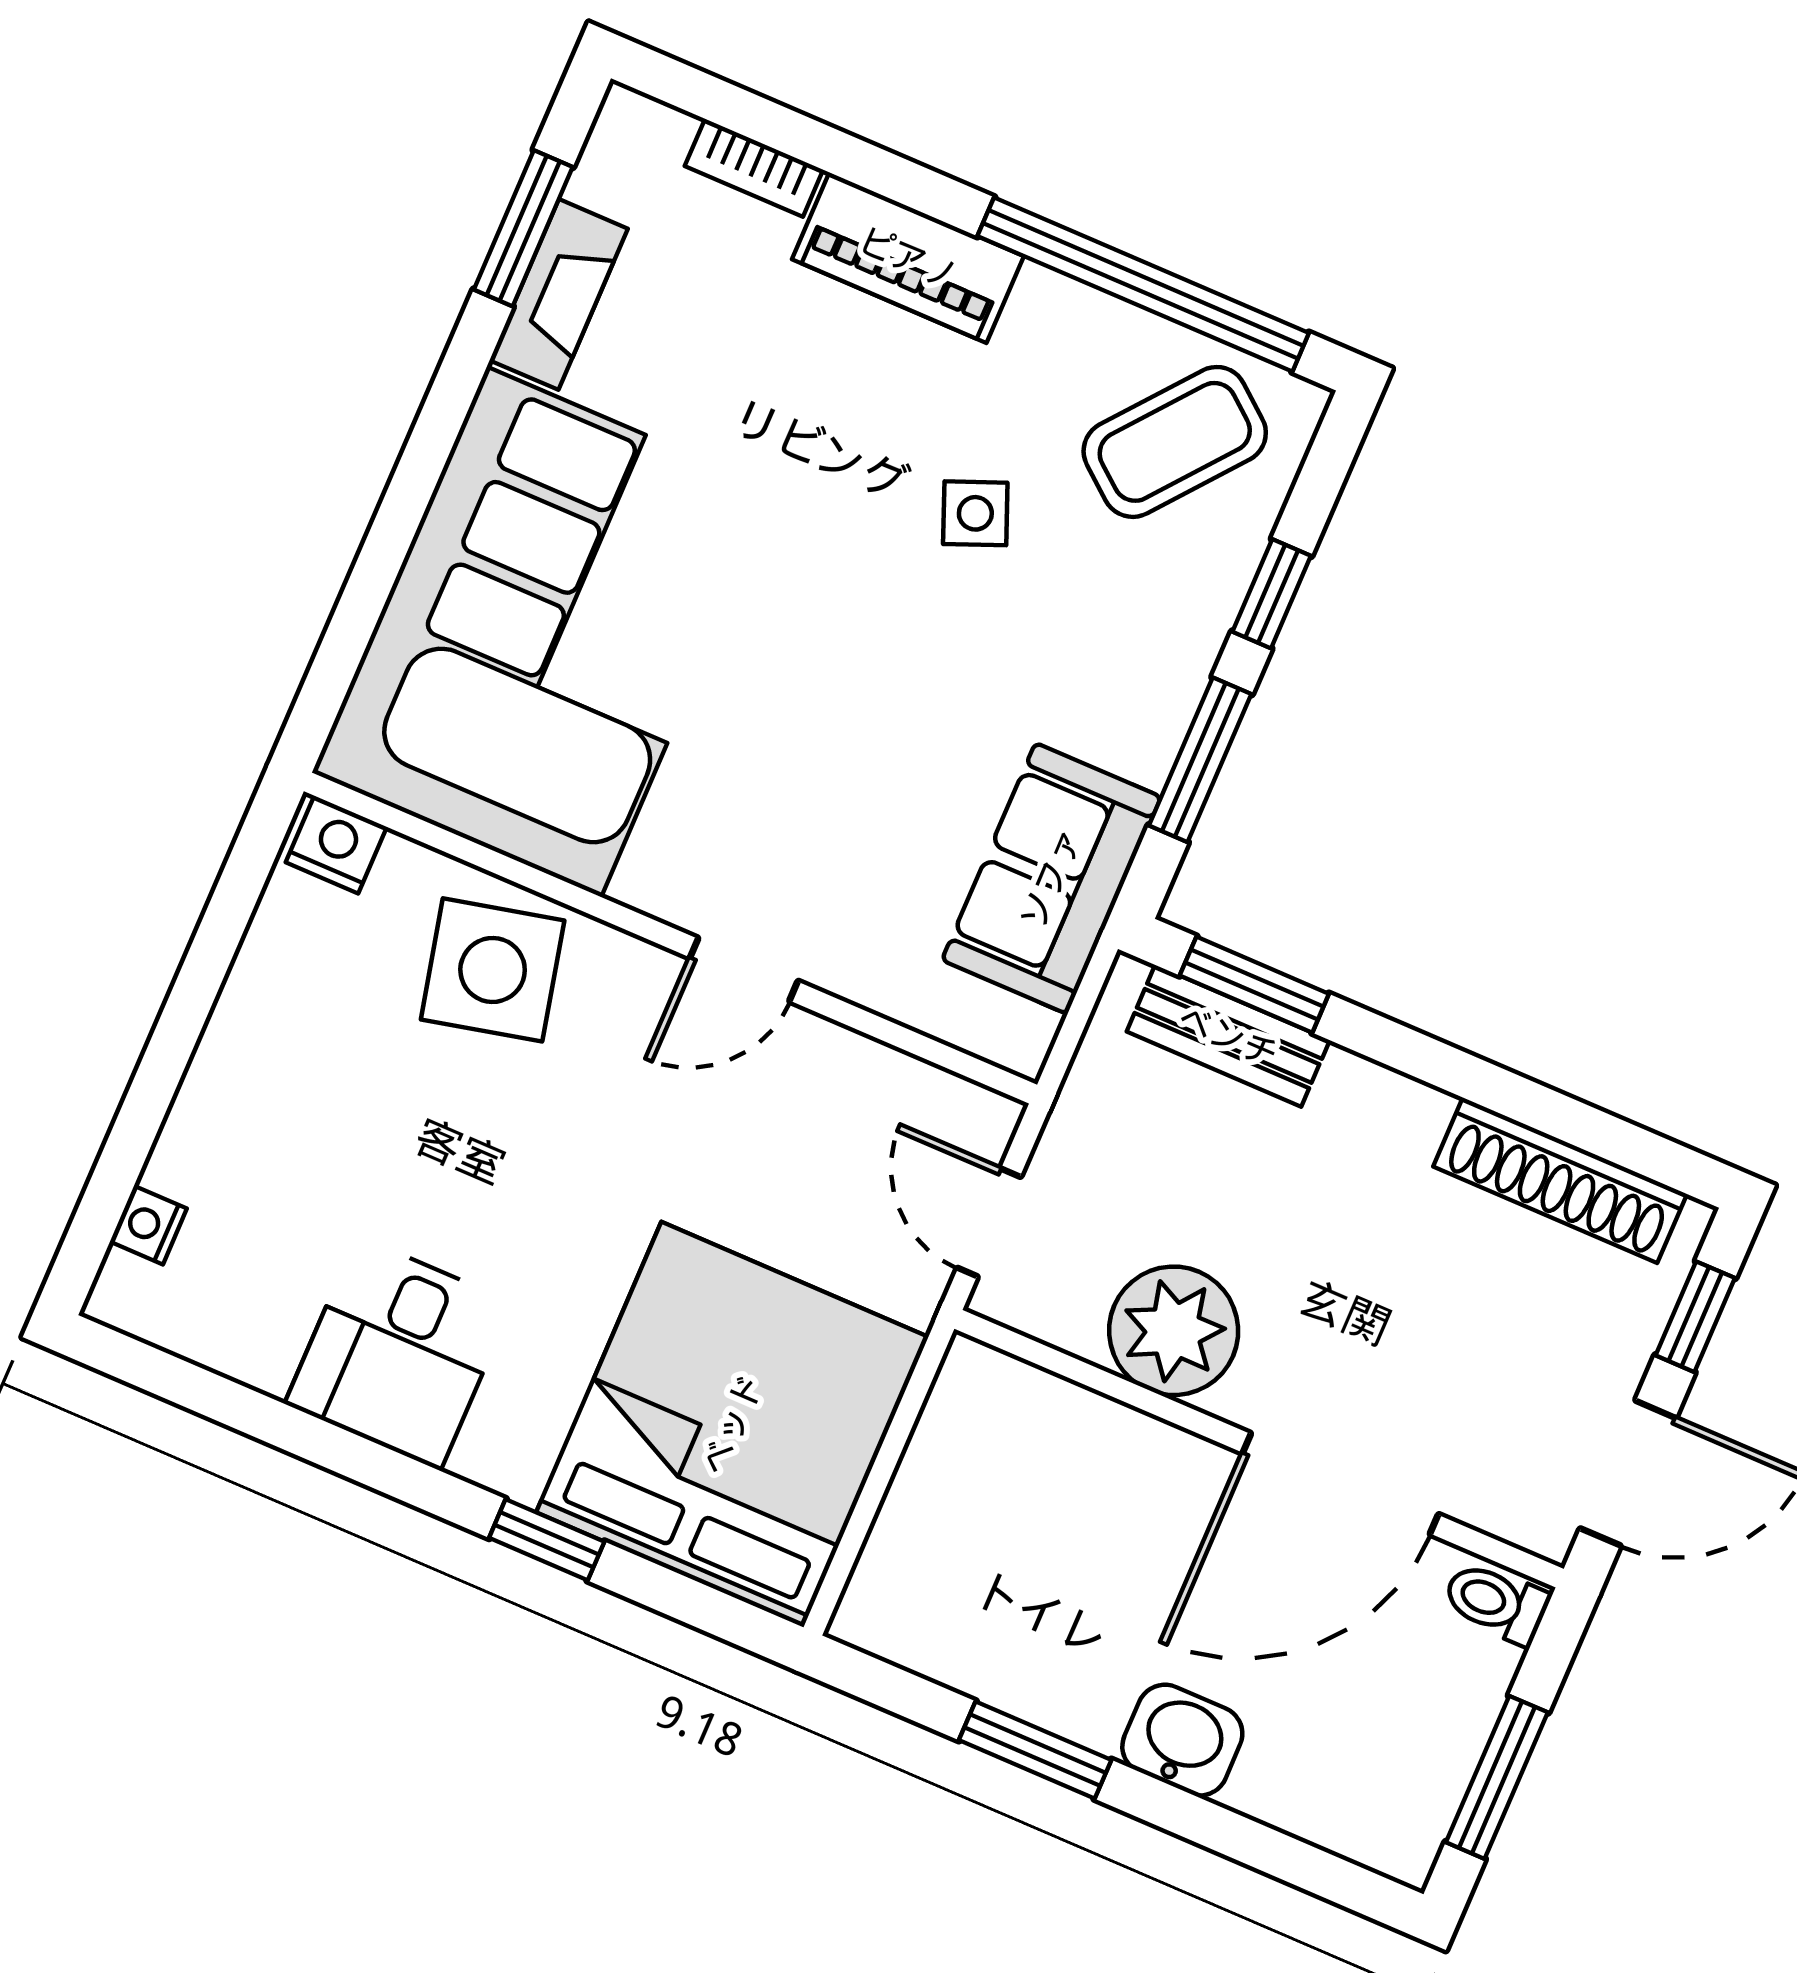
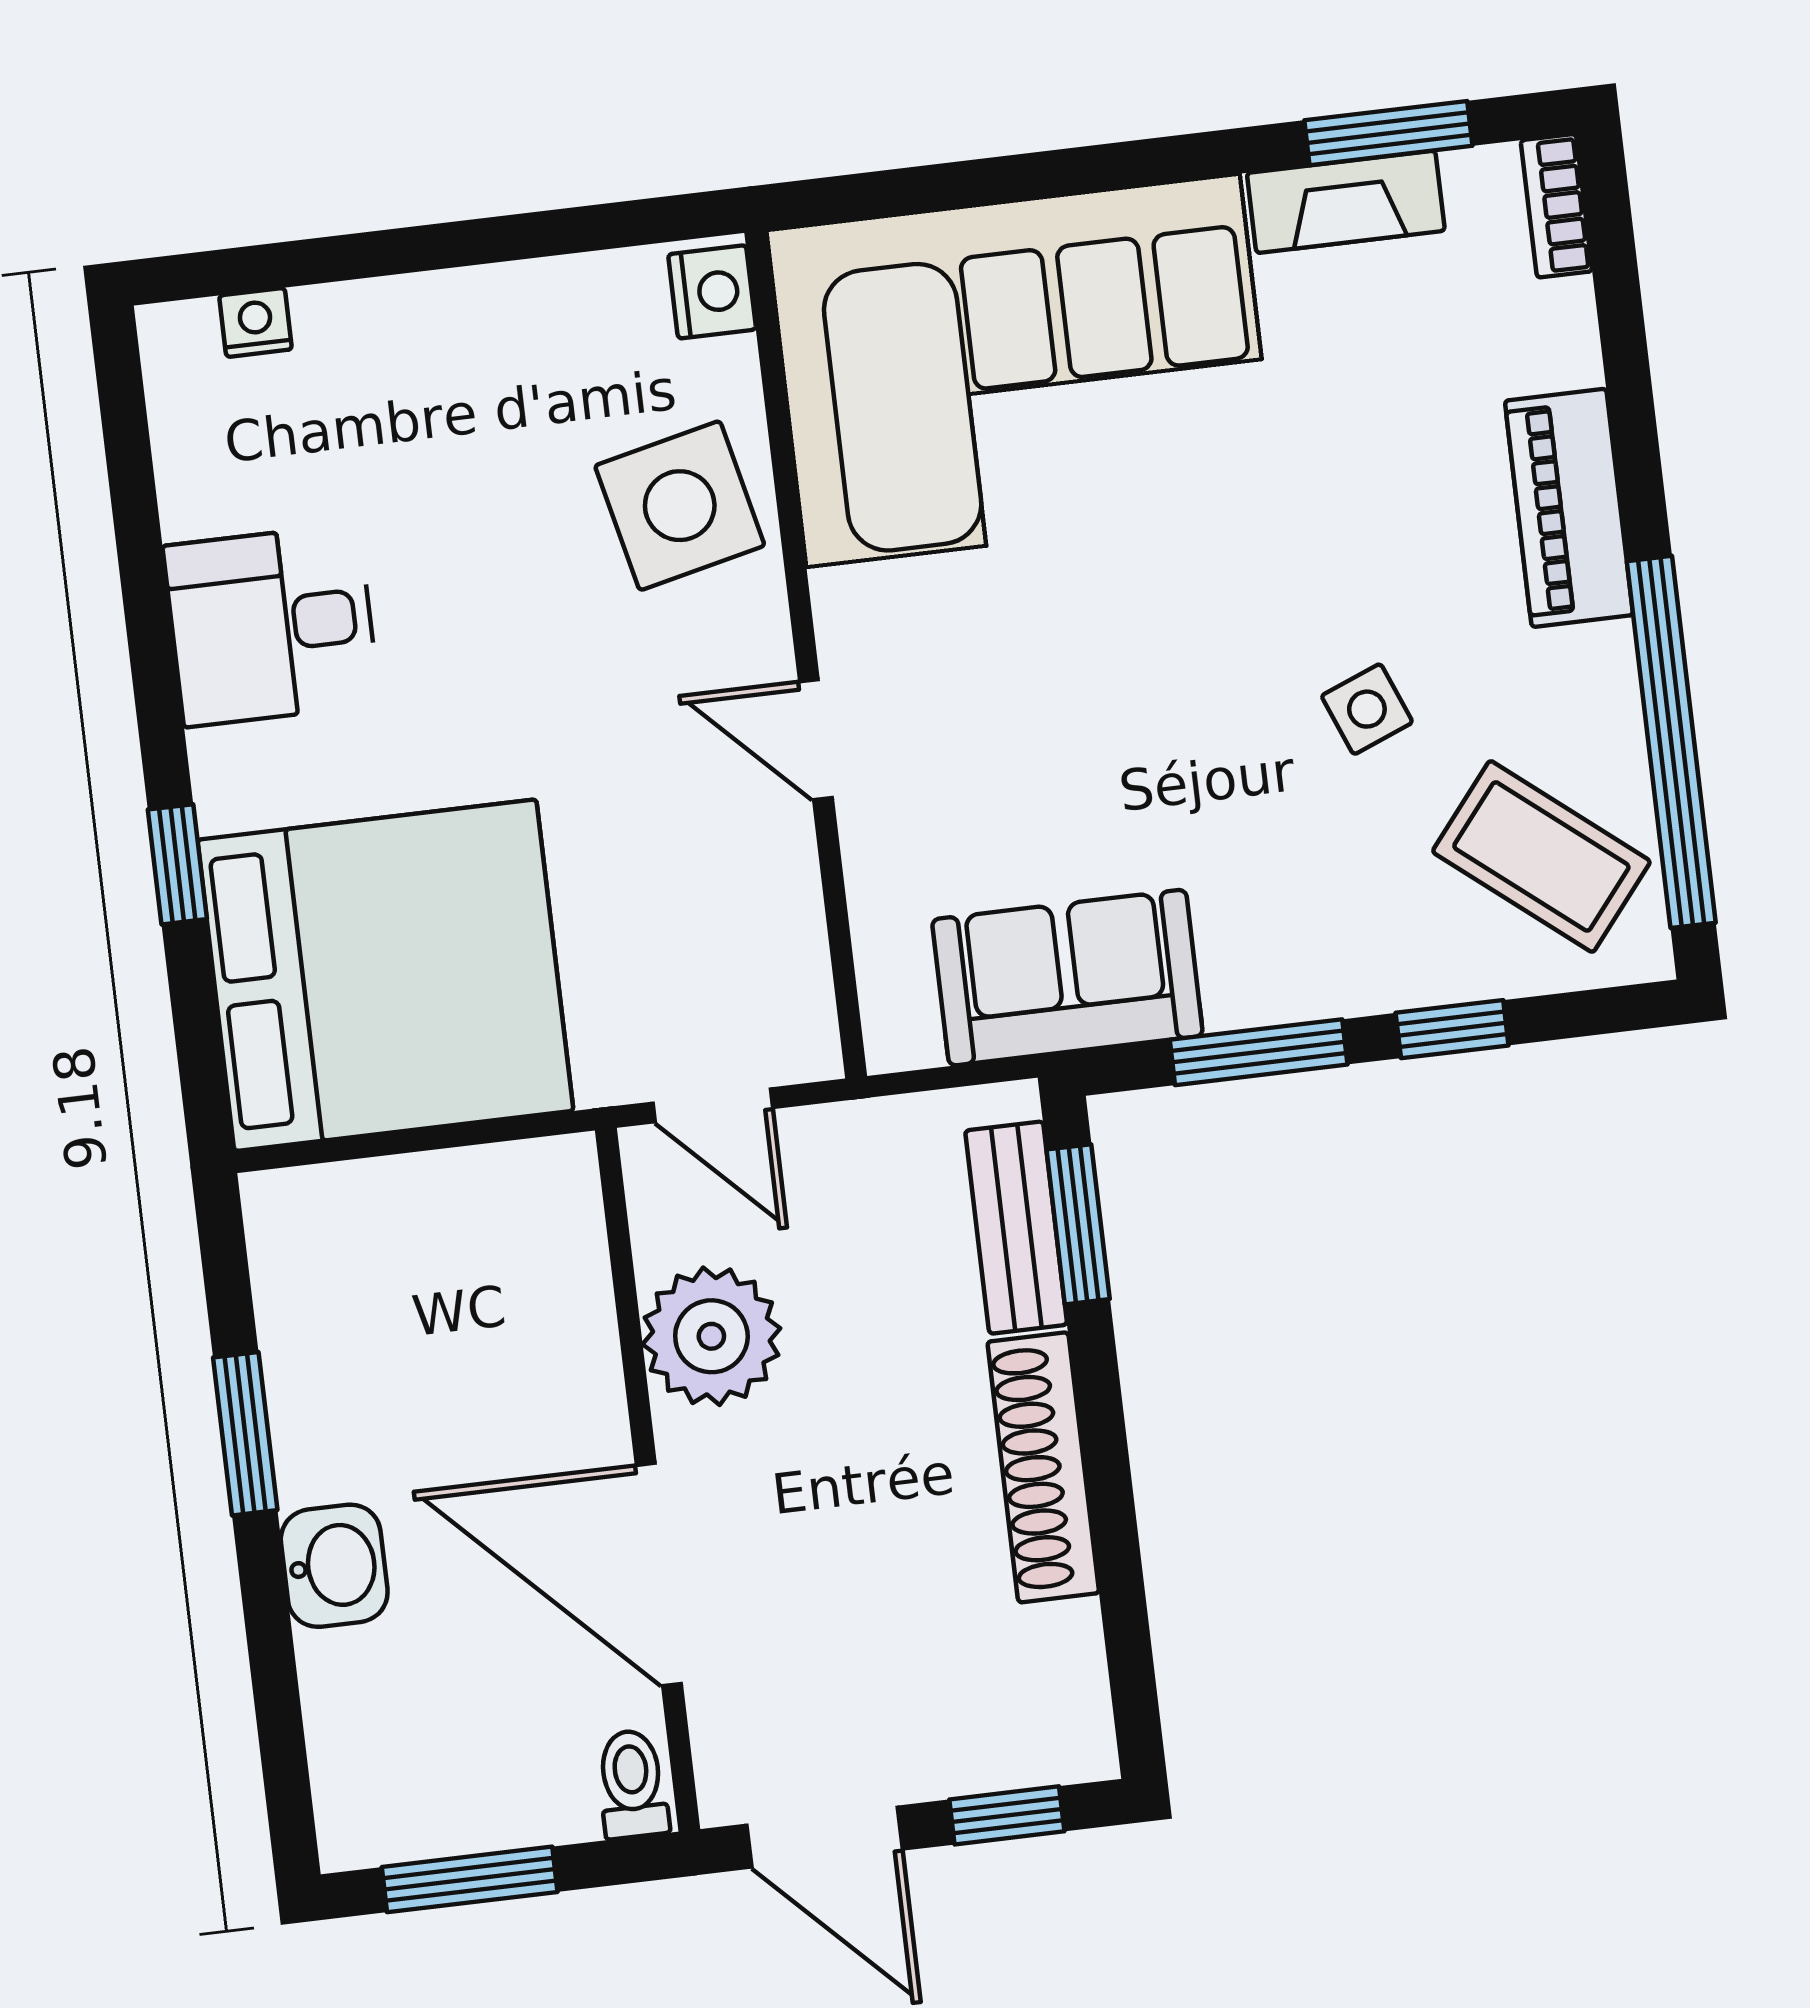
bookcase: (754, 168) -> (1556, 206), moved
shoe rack: (1560, 1180) -> (1043, 1467), moved
door: (989, 1222) -> (713, 1105), swing flipped

